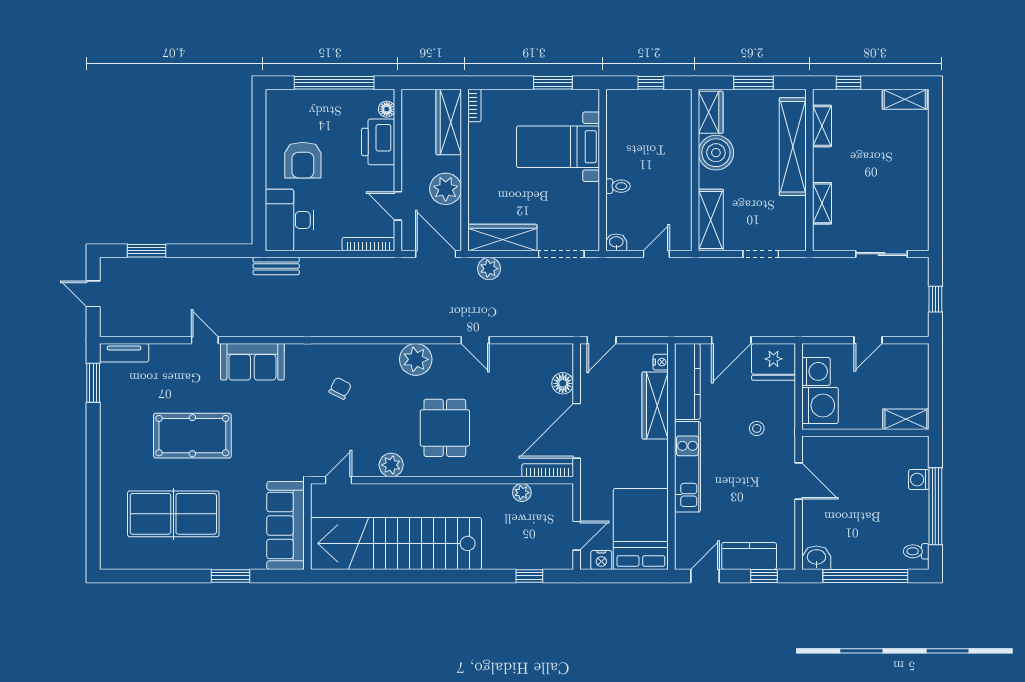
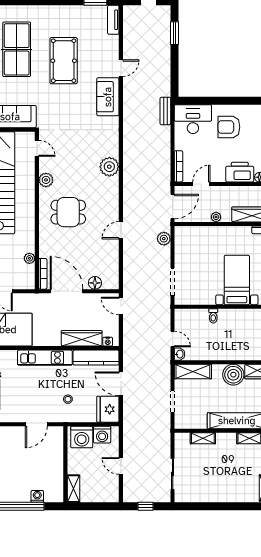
plant: (446, 189) -> (216, 217), width x0.53, depth x0.53
wardrobe: (502, 237) -> (182, 247), removed
washbasin: (616, 242) -> (180, 354), moved
plant: (416, 359) -> (109, 167), moved
chair: (340, 388) -> (92, 149), removed

